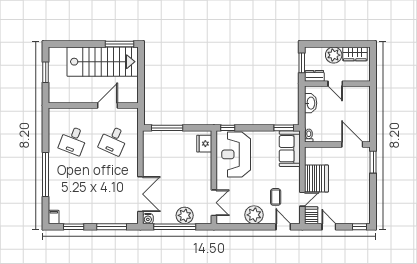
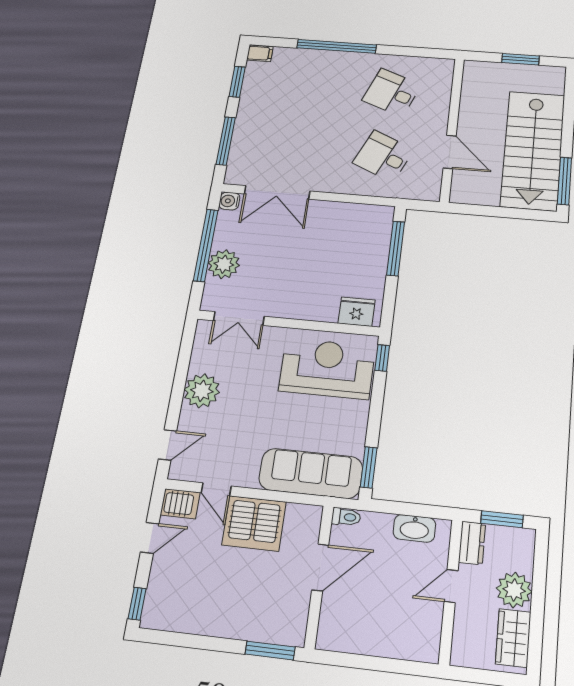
door: (352, 145) -> (320, 567), moved
sofa: (290, 149) -> (311, 473), width x1.36
coffee table: (276, 197) -> (230, 436), removed

